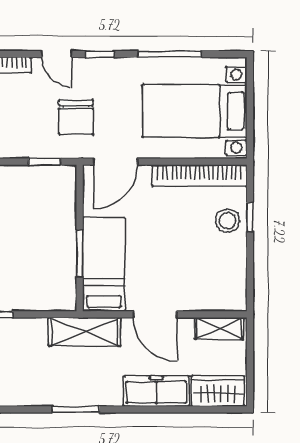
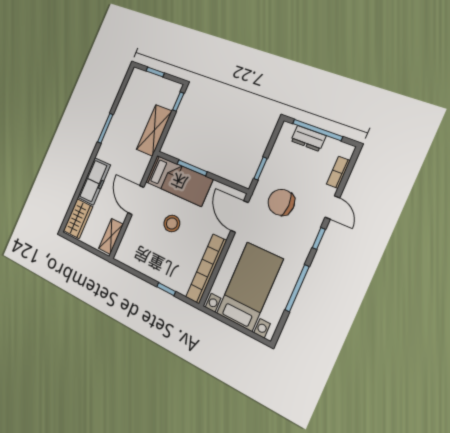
door: (57, 54) -> (332, 208), swing flipped
stool: (228, 221) -> (172, 223), moved
door: (155, 314) -> (136, 200), hinge flipped
shelving: (85, 332) -> (154, 130), moved

